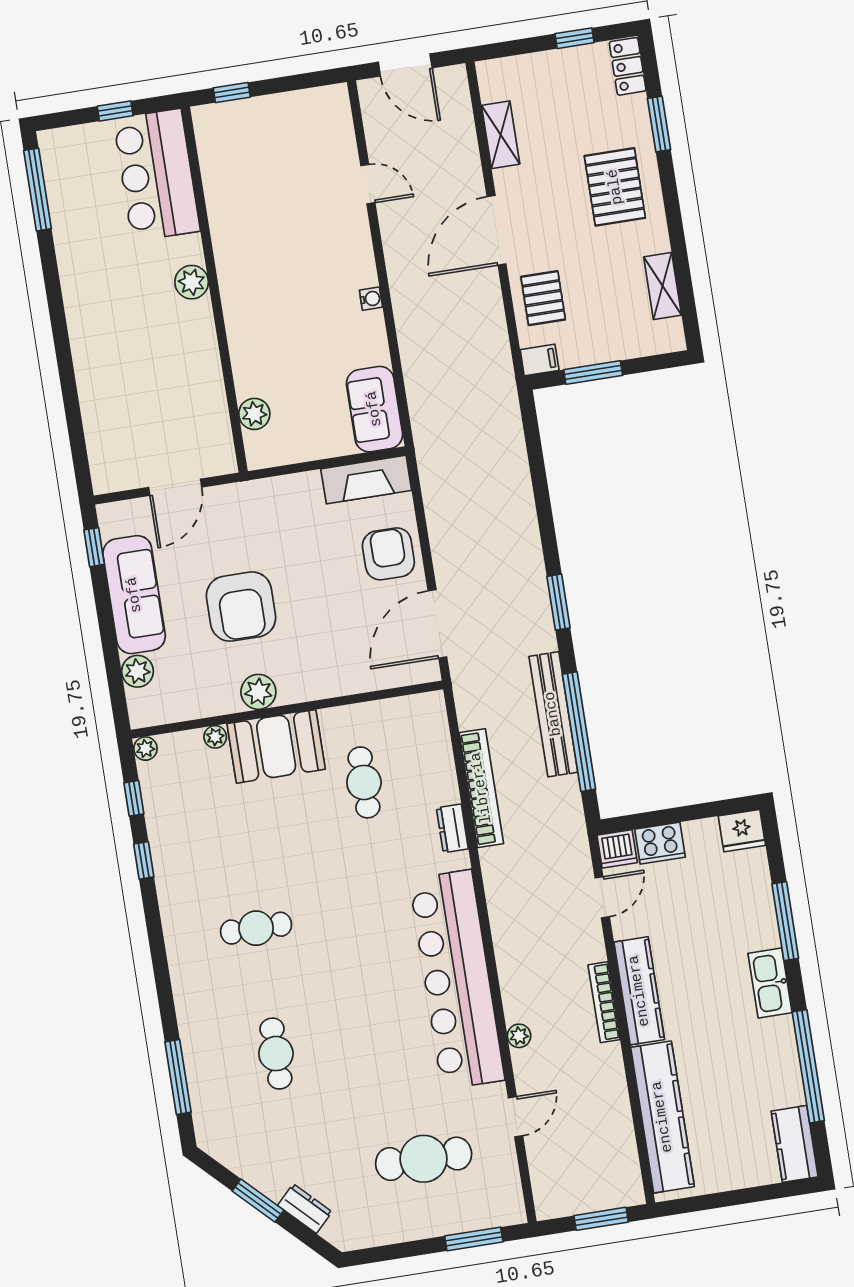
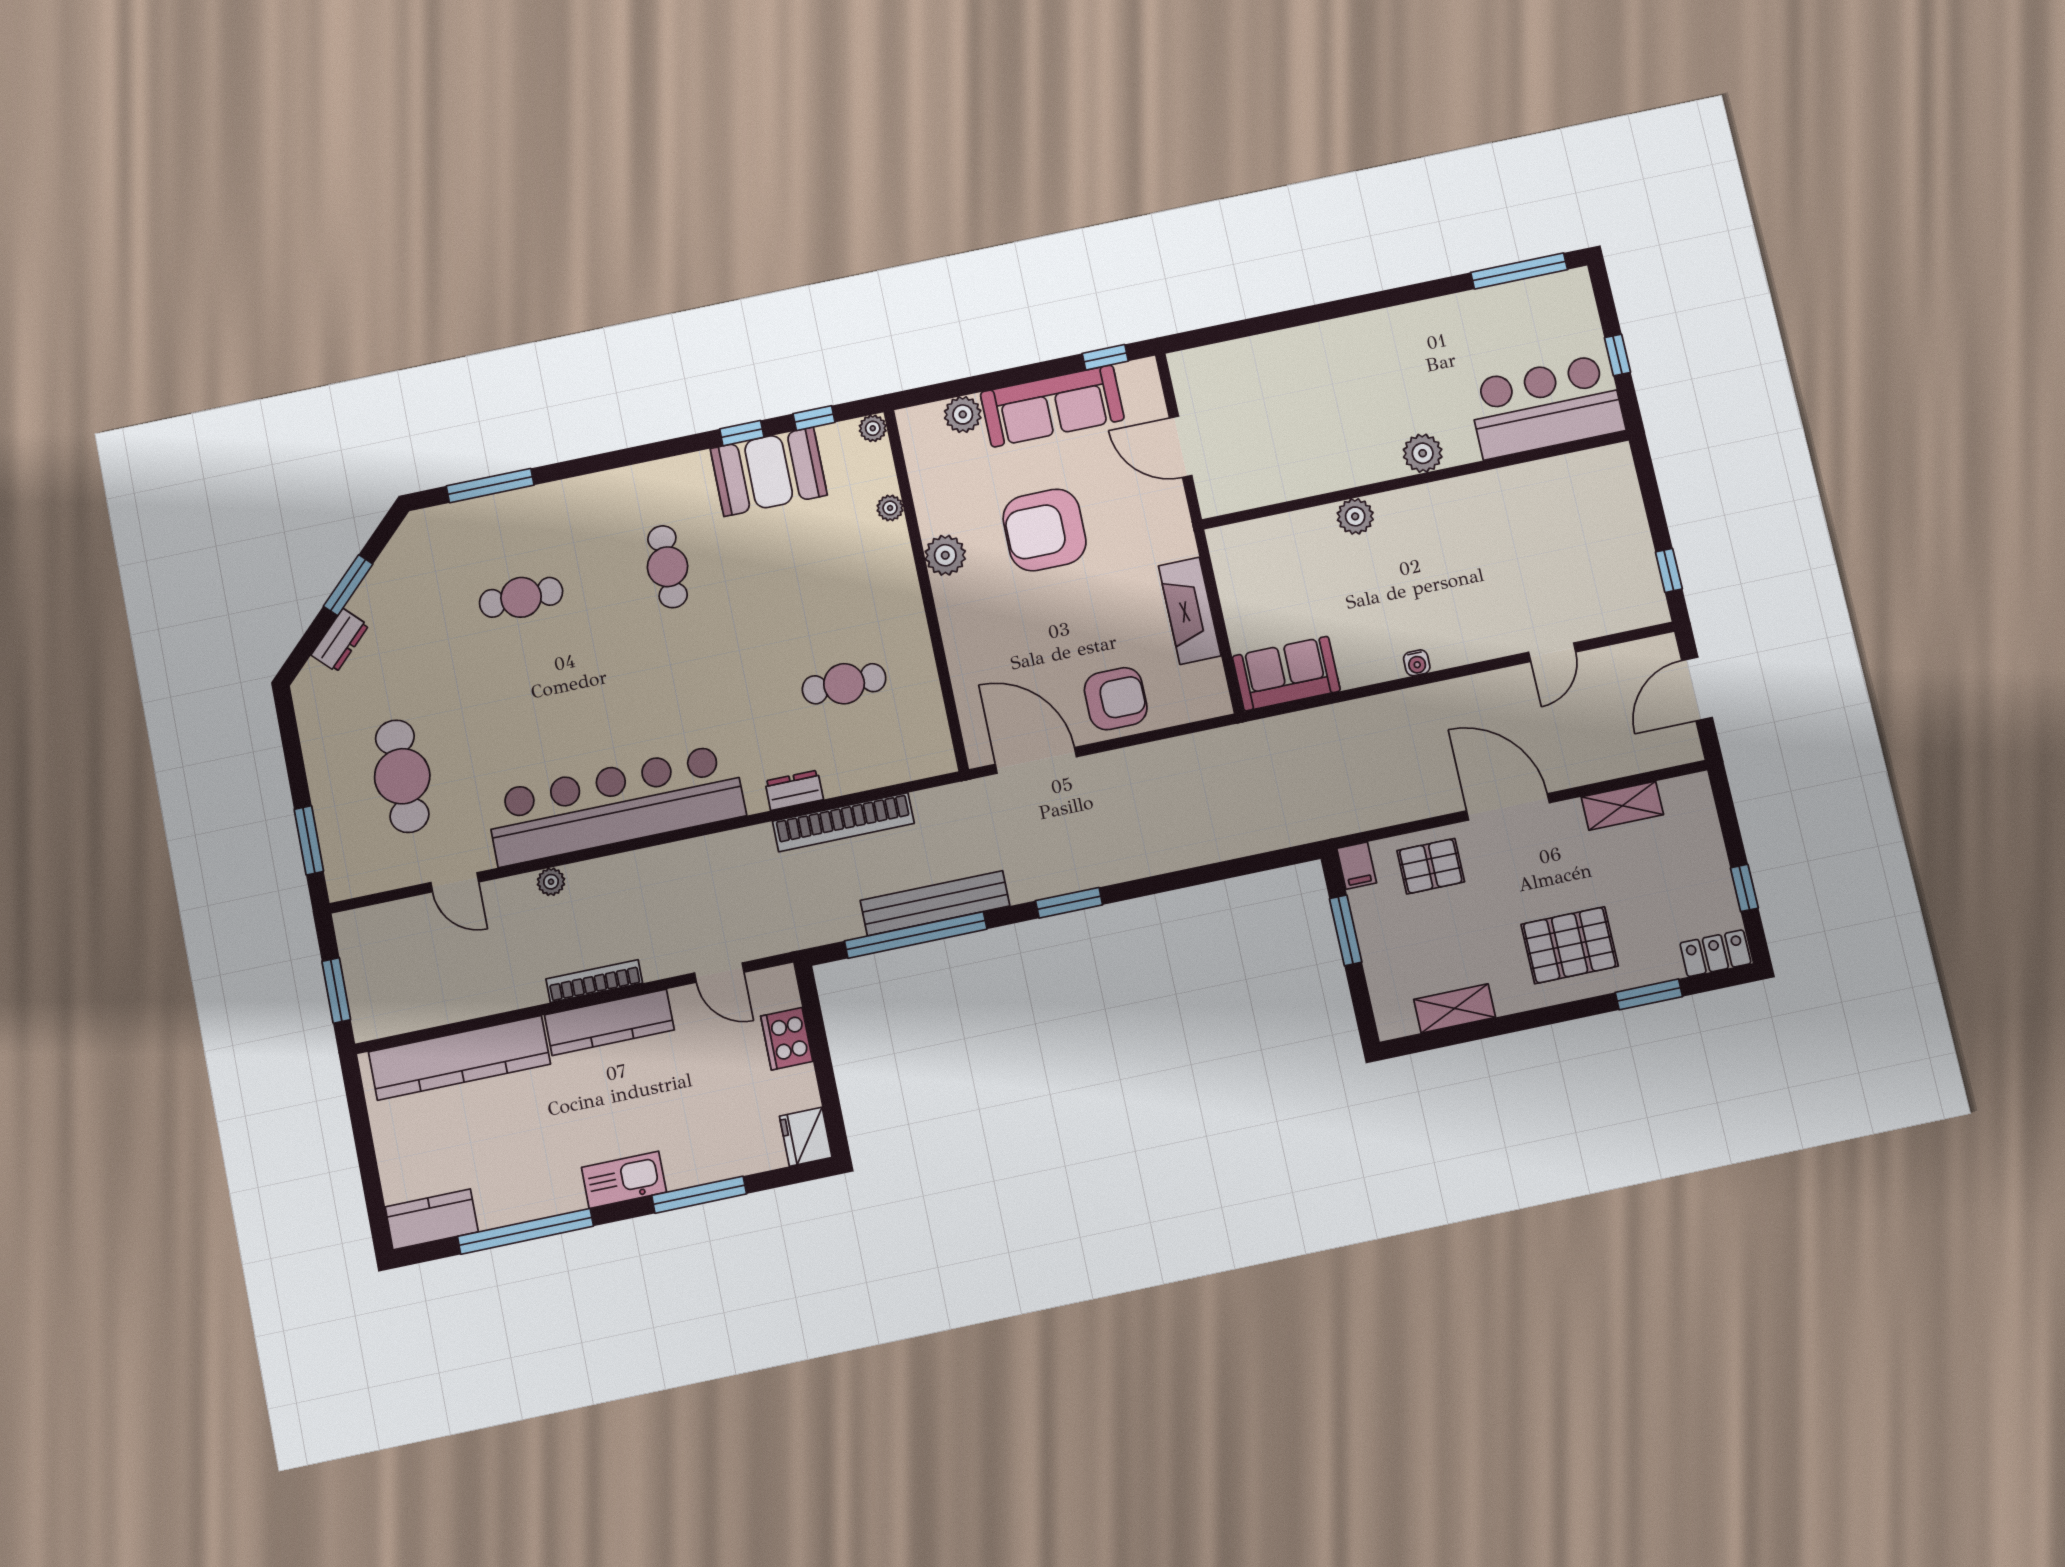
window: (232, 92) -> (1669, 570), moved
plant: (254, 414) -> (1355, 516), moved
fireplace: (366, 480) -> (1190, 611), moved
booth: (276, 746) -> (769, 472), moved, turned 90
dishwasher: (617, 849) -> (778, 988), removed

